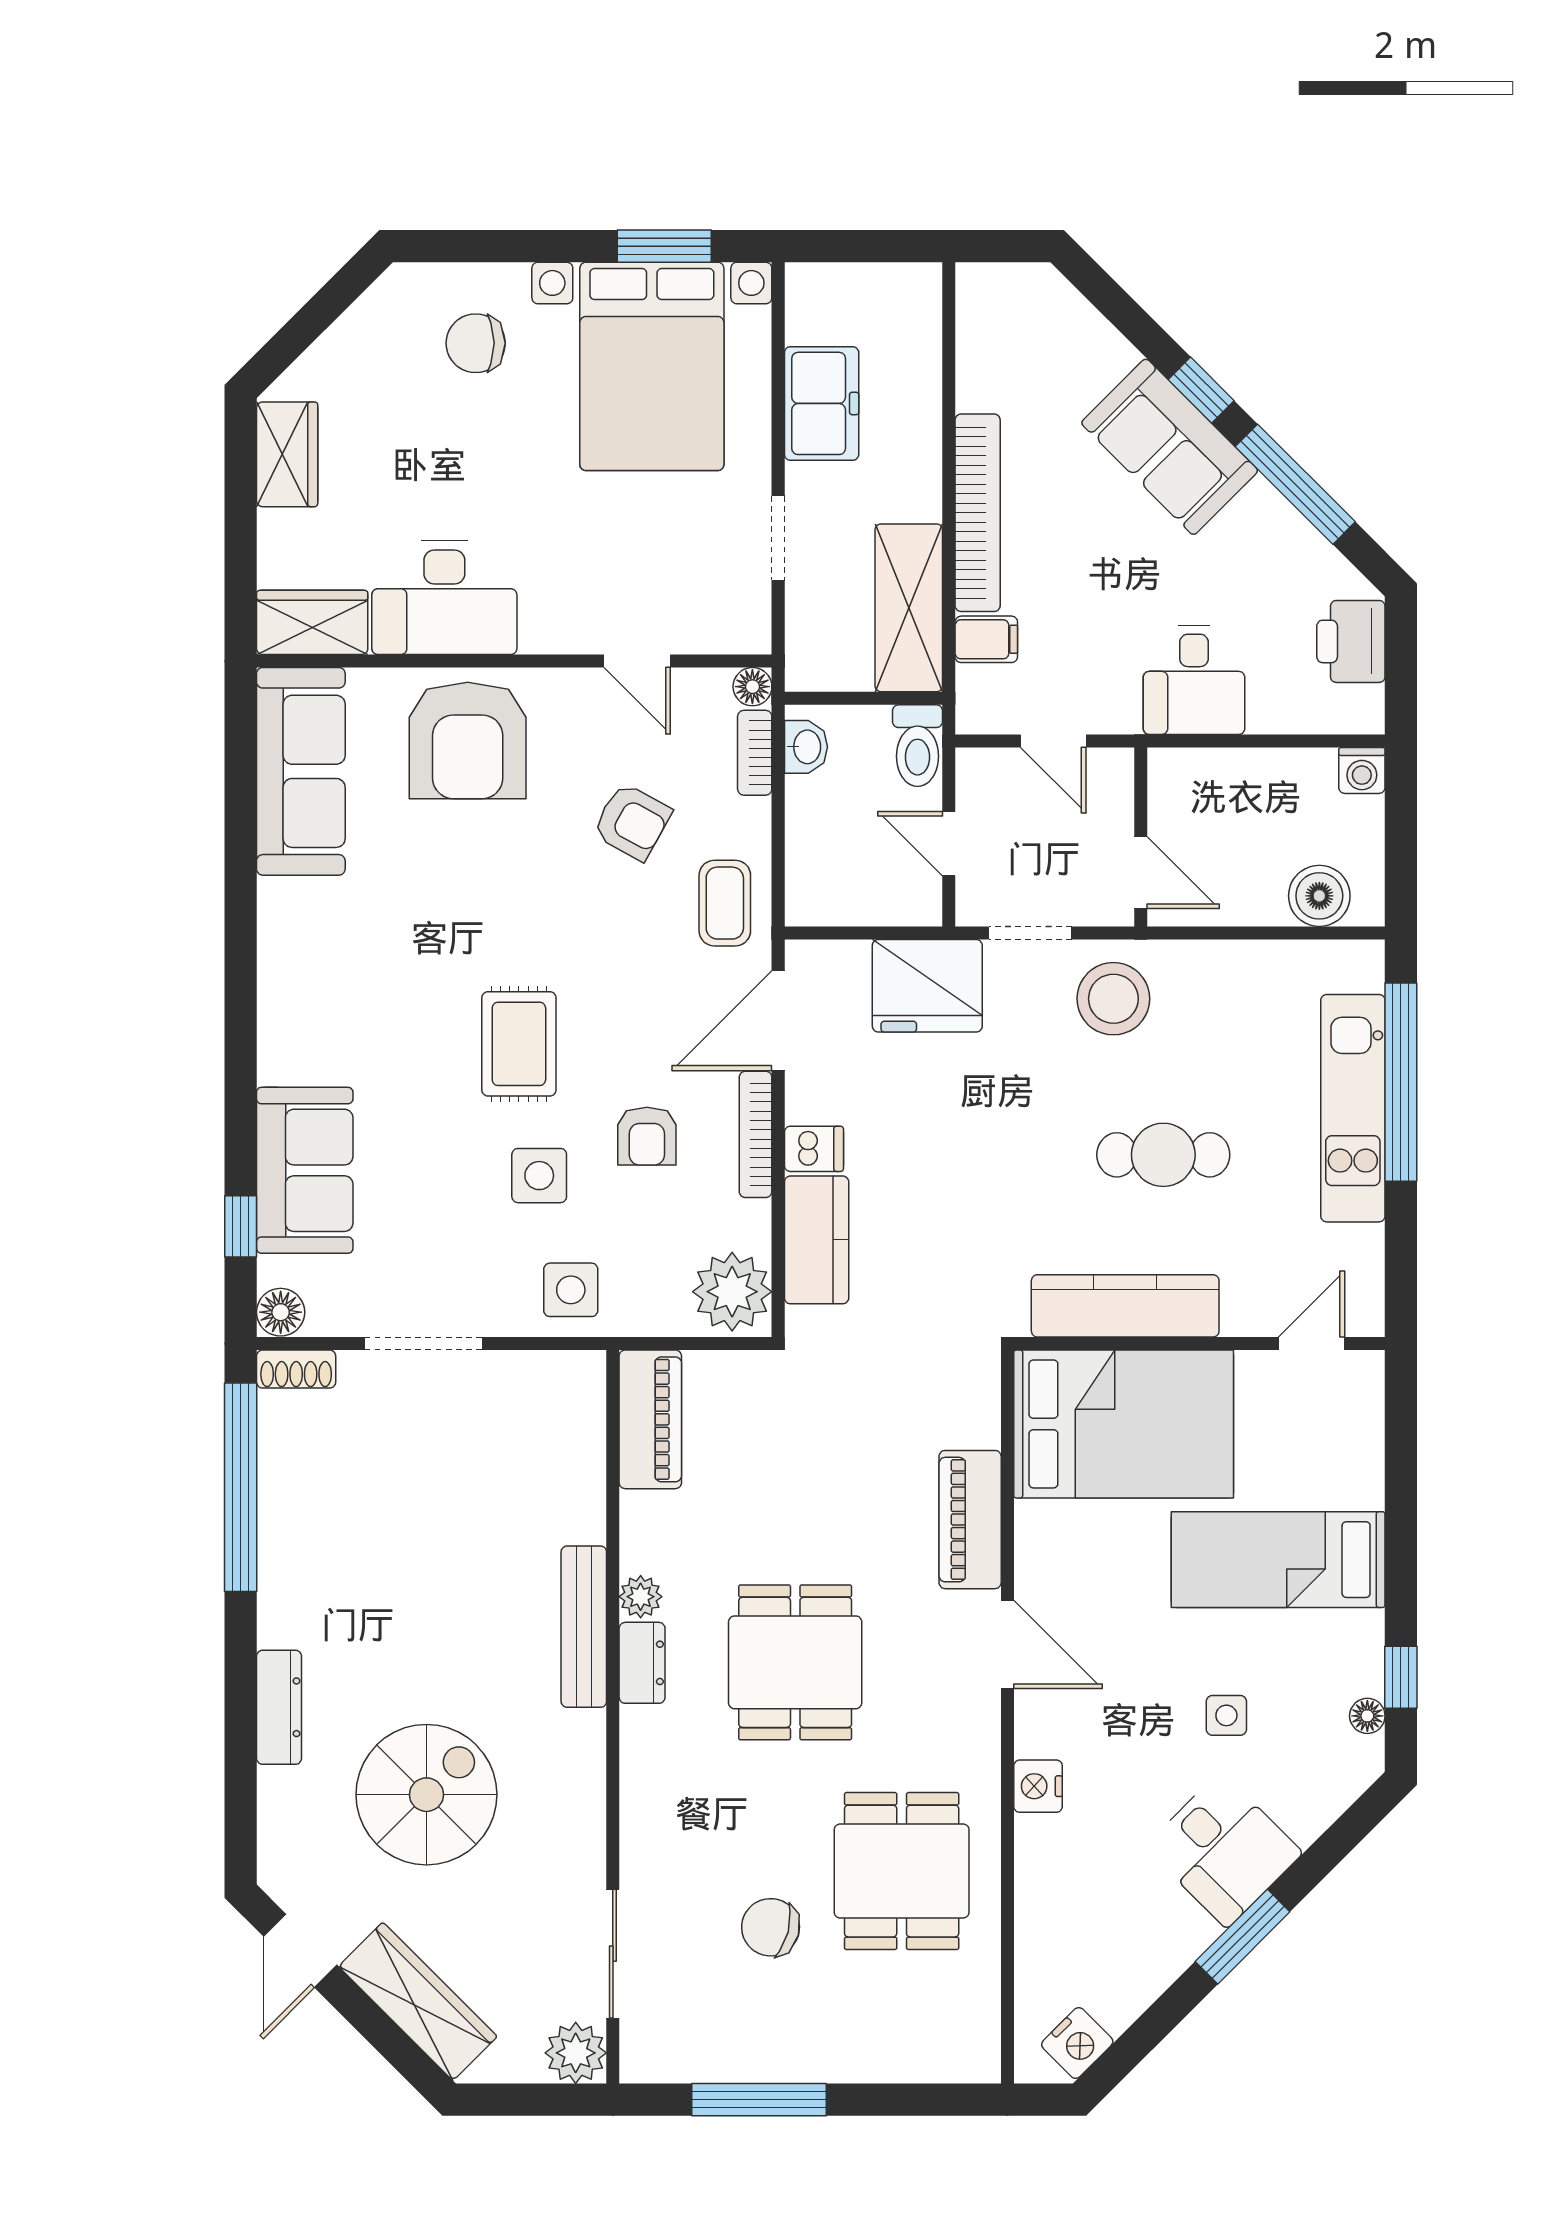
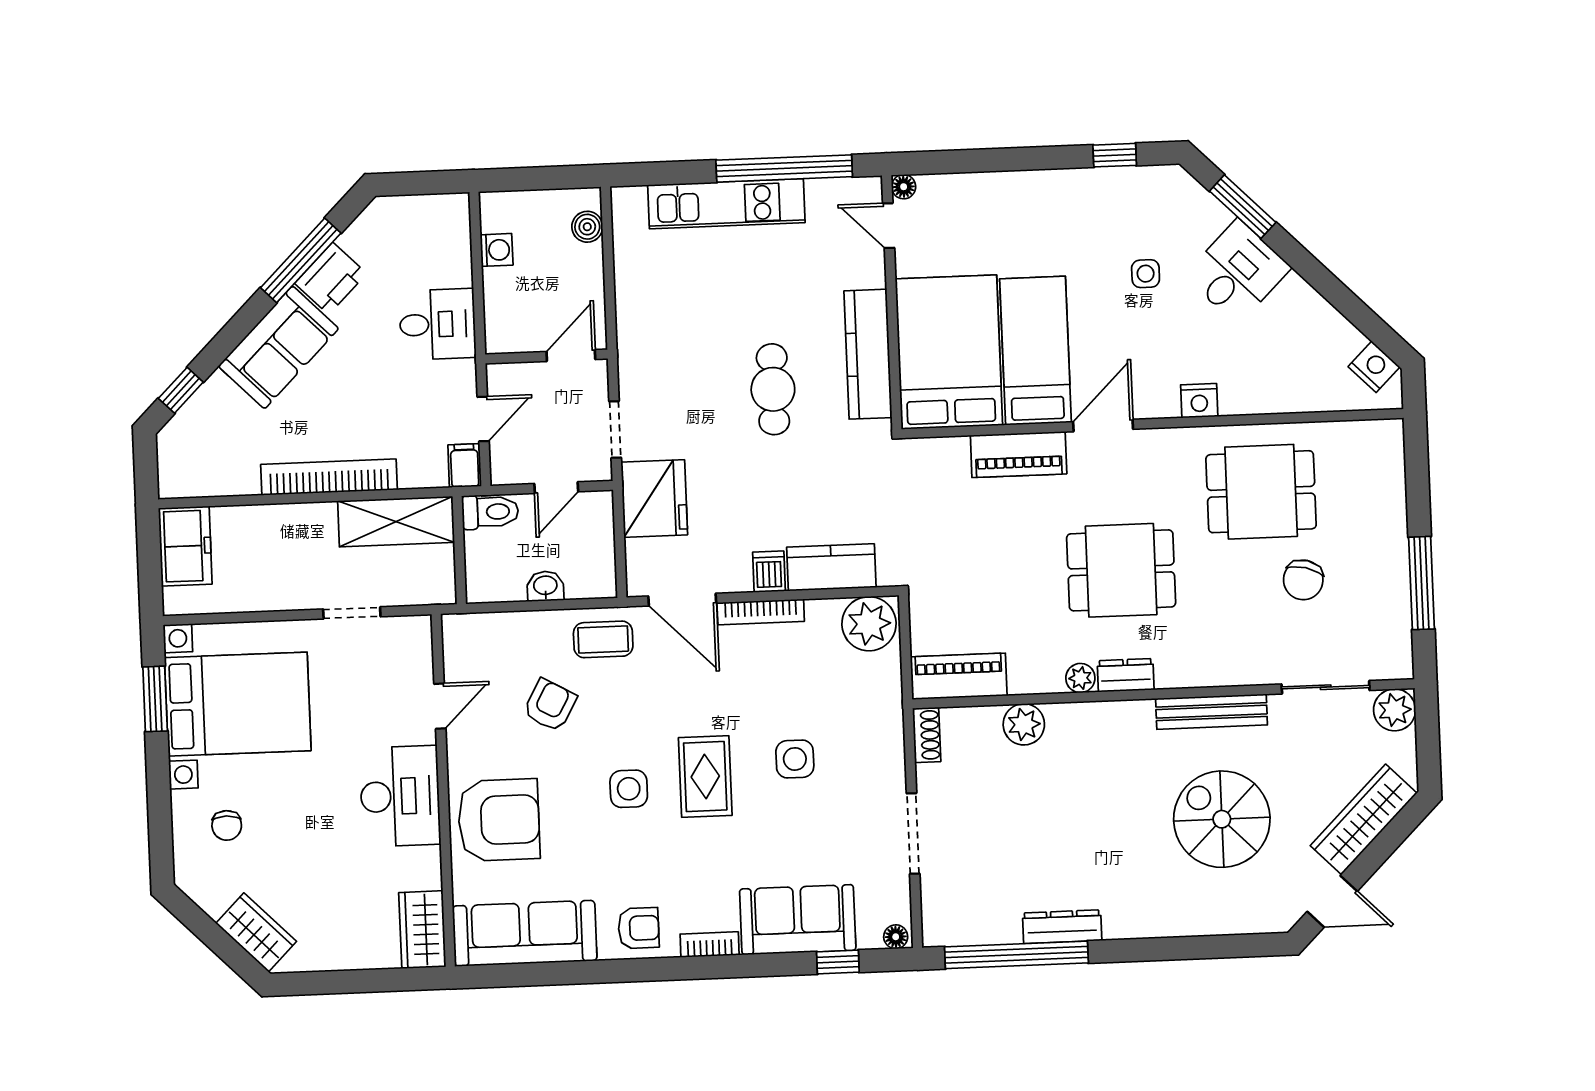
chair: (476, 343) -> (227, 825), width x0.73, depth x0.73
window: (1201, 390) -> (181, 390), moved
freezer: (822, 403) -> (185, 546), moved, turned 90
wardrobe: (287, 454) -> (256, 932), moved, turned 45
desk: (444, 598) -> (400, 796), moved
filing cabinet: (986, 639) -> (465, 466), moved
printer: (1351, 641) -> (331, 278), moved, turned -45
floor lamp: (752, 687) -> (454, 626), removed
washbasin: (806, 747) -> (545, 586), moved
bookcase: (755, 753) -> (710, 945), moved, turned 180
washing machine: (1362, 770) -> (497, 250), moved
boiler: (1319, 896) -> (587, 227), width x0.73, depth x0.73
stool: (1113, 999) -> (658, 371), removed
rug: (519, 1044) -> (705, 777), turned 90
window: (1401, 1082) -> (784, 168), moved
armchair: (647, 1136) -> (639, 928), moved
cafe table: (1163, 1155) -> (773, 389), moved
side table: (571, 1290) -> (629, 789), moved
floor lamp: (281, 1312) -> (896, 937), width x0.73, depth x0.73
shoe rack: (296, 1369) -> (927, 735), moved
plant: (576, 1511) -> (1024, 724), added
bed: (1278, 1560) -> (1035, 351), moved, turned 180
bench: (584, 1627) -> (1212, 712), moved
dresser: (279, 1707) -> (1062, 927), moved
floor lamp: (1367, 1716) -> (904, 187), moved
window: (1243, 1937) -> (1243, 207), moved

